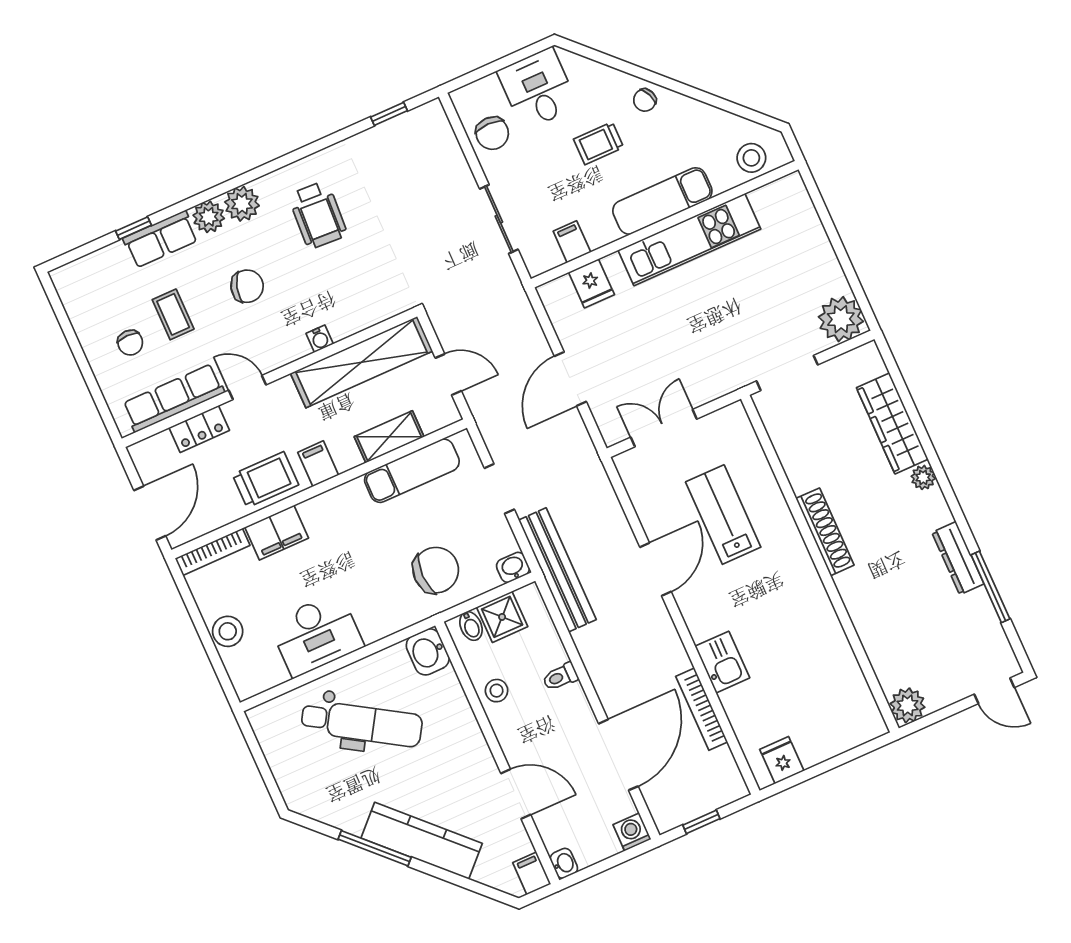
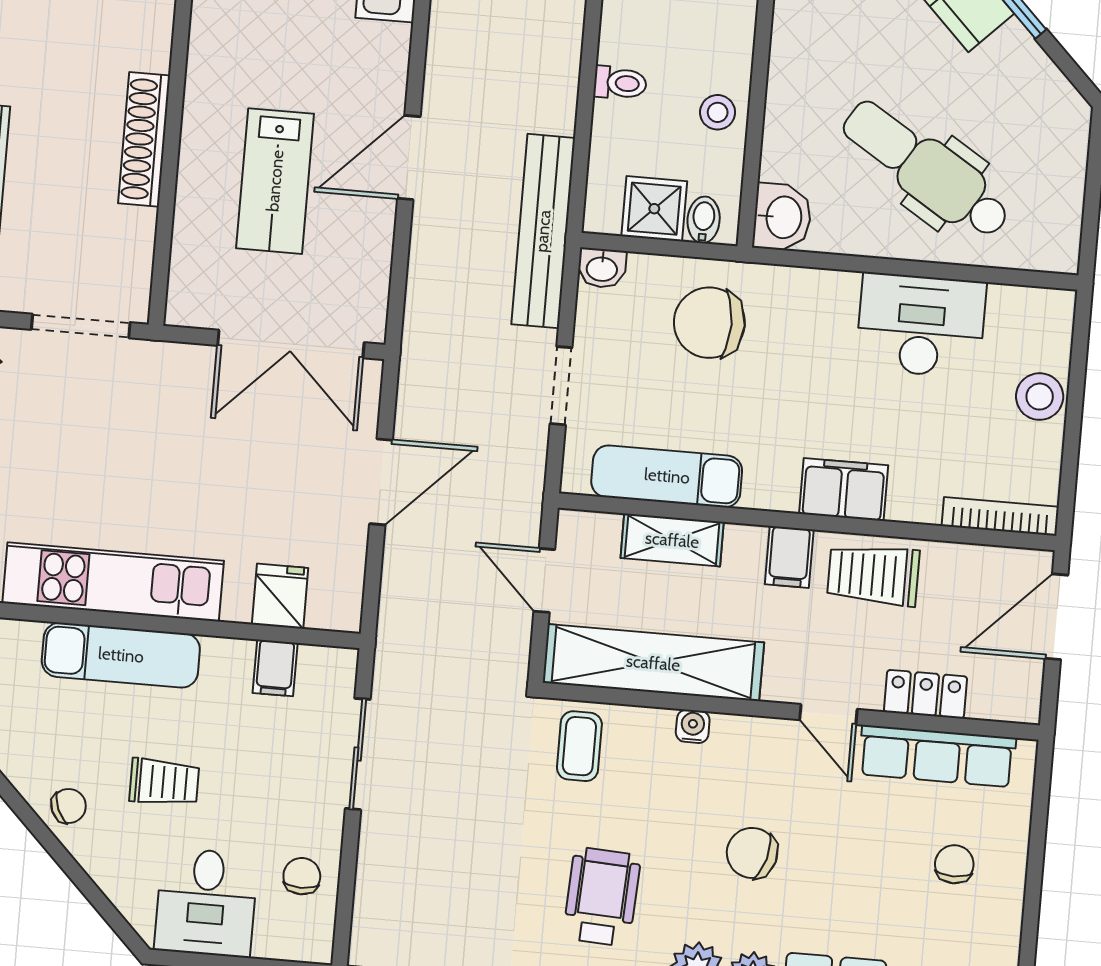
chair: (492, 133) -> (302, 876), width x0.73, depth x0.73
coffee table: (173, 314) -> (579, 746), moved
double door: (664, 428) -> (291, 344), width x1.37
shoe rack: (825, 532) -> (144, 139), moved
filing cabinet: (277, 533) -> (844, 490), moved

